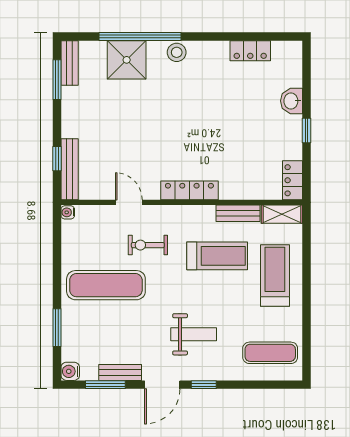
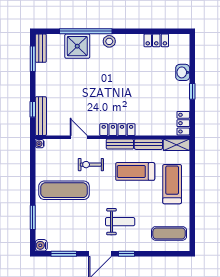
treadmill: (217, 256) -> (135, 171), turned 180
bench: (120, 372) -> (120, 144), moved

